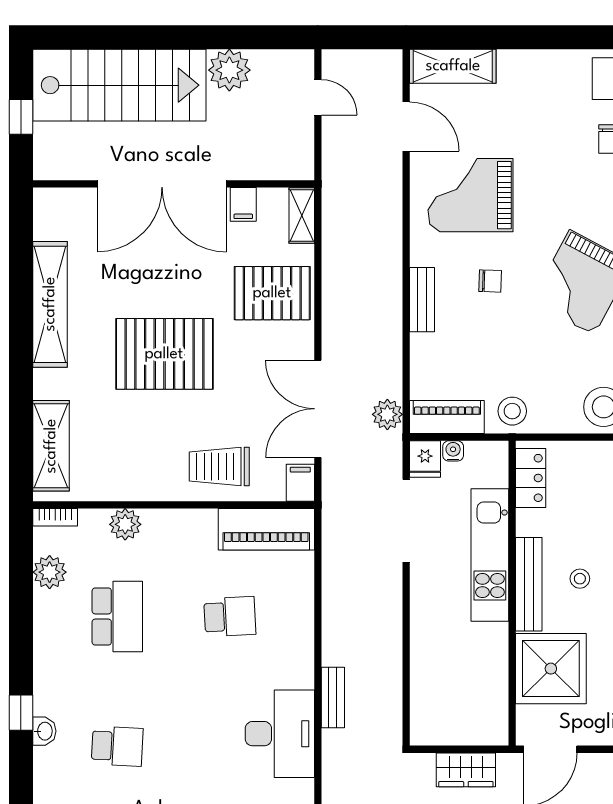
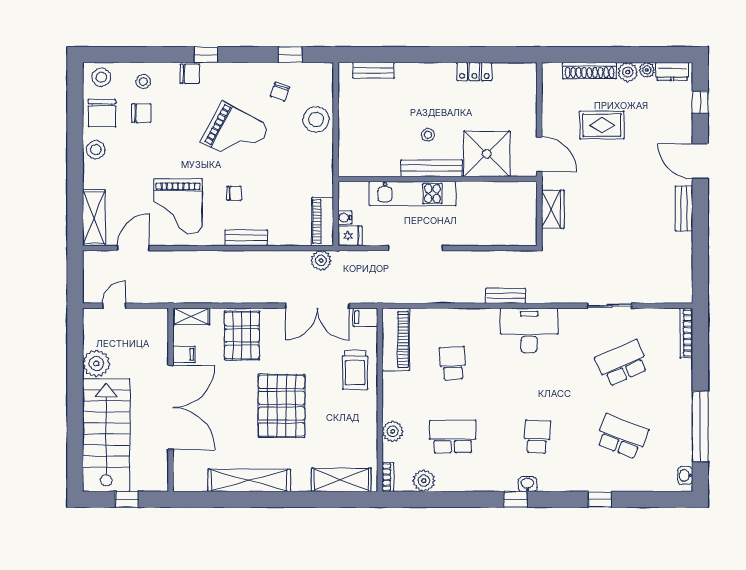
chair: (490, 281) -> (234, 193), turned 88
stool: (512, 411) -> (96, 150), moved
locker: (531, 478) -> (362, 167), removed
doorway: (406, 521) -> (416, 248), moved

